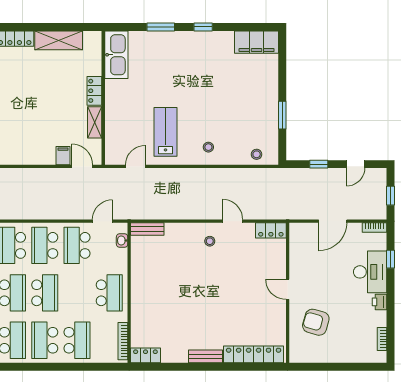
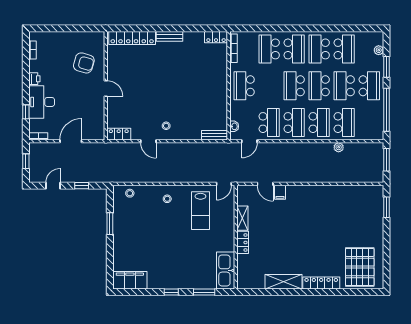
kitchen sink: (116, 55) -> (226, 270), moved
locker: (94, 91) -> (243, 242), moved
wall: (103, 98) -> (236, 237), moved
shelving: (95, 122) -> (242, 218), moved

